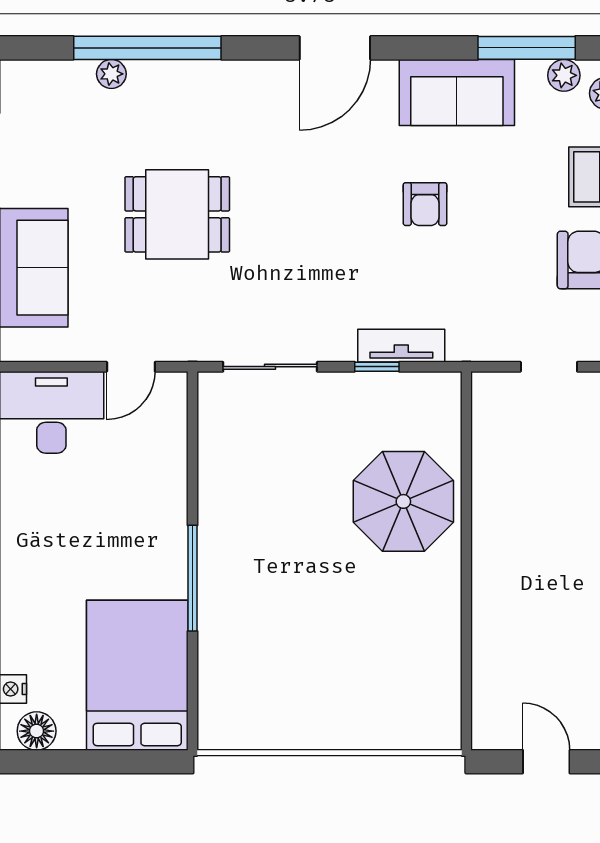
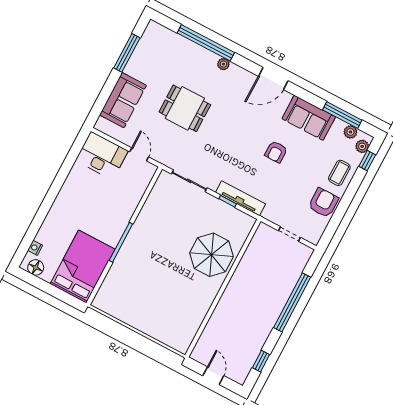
plant: (111, 74) -> (223, 64), moved
tv unit: (401, 346) -> (240, 198), width x1.41
door: (131, 367) -> (139, 154), swing flipped

